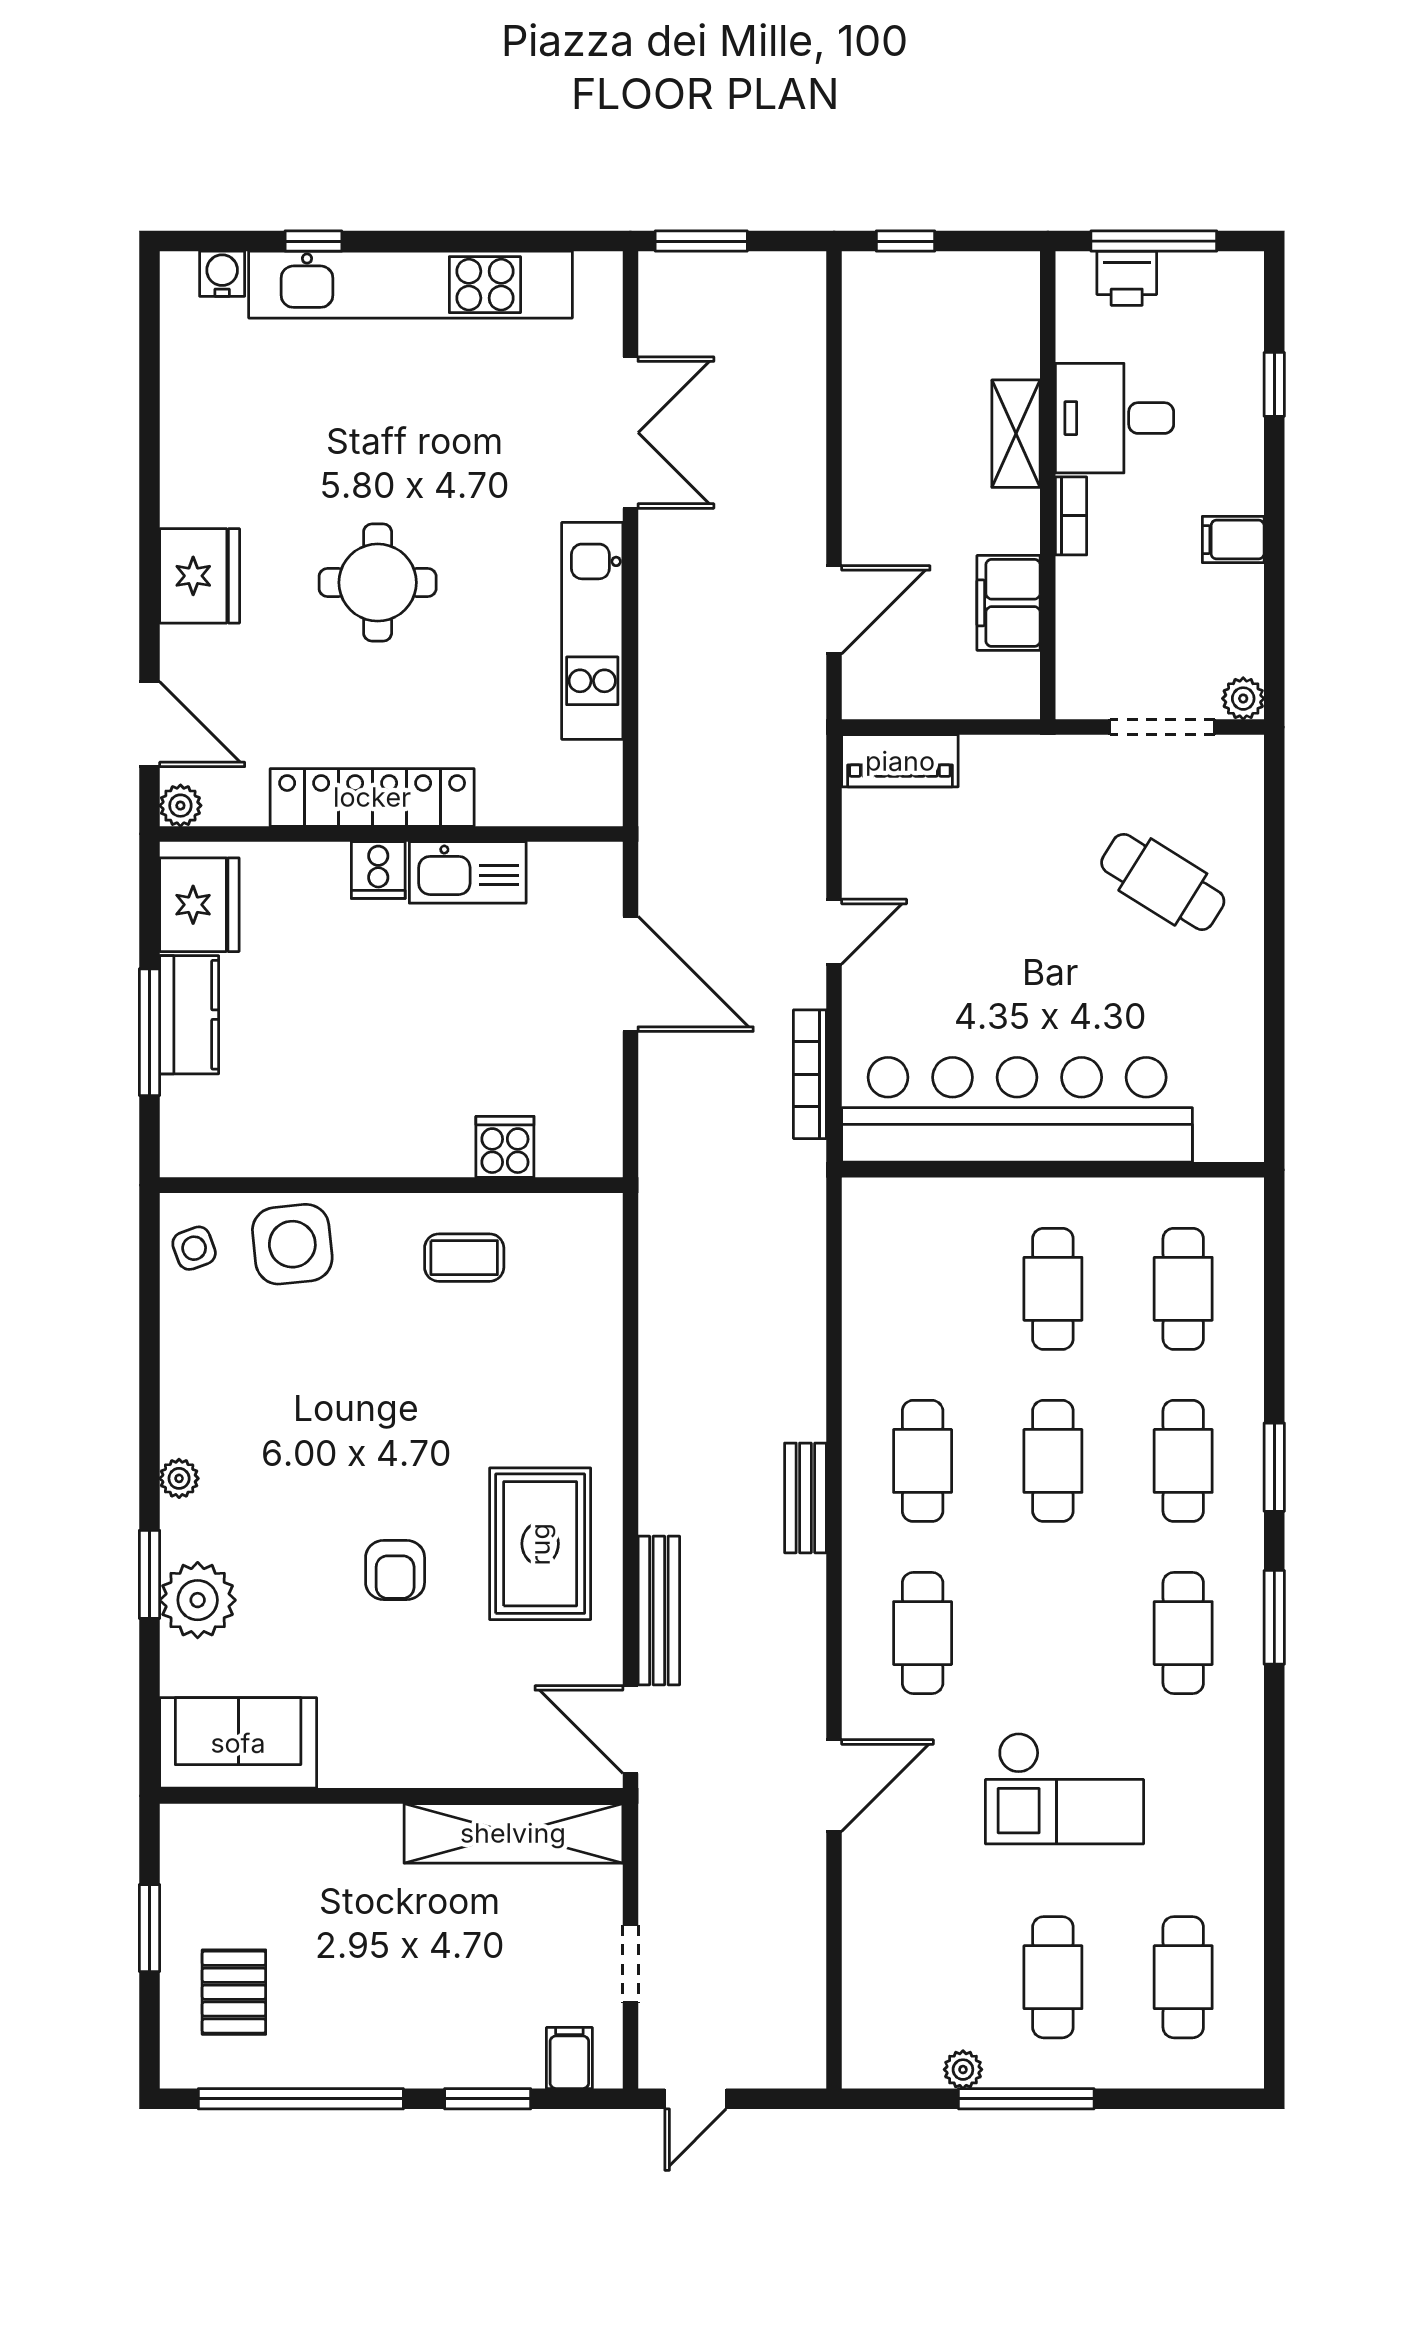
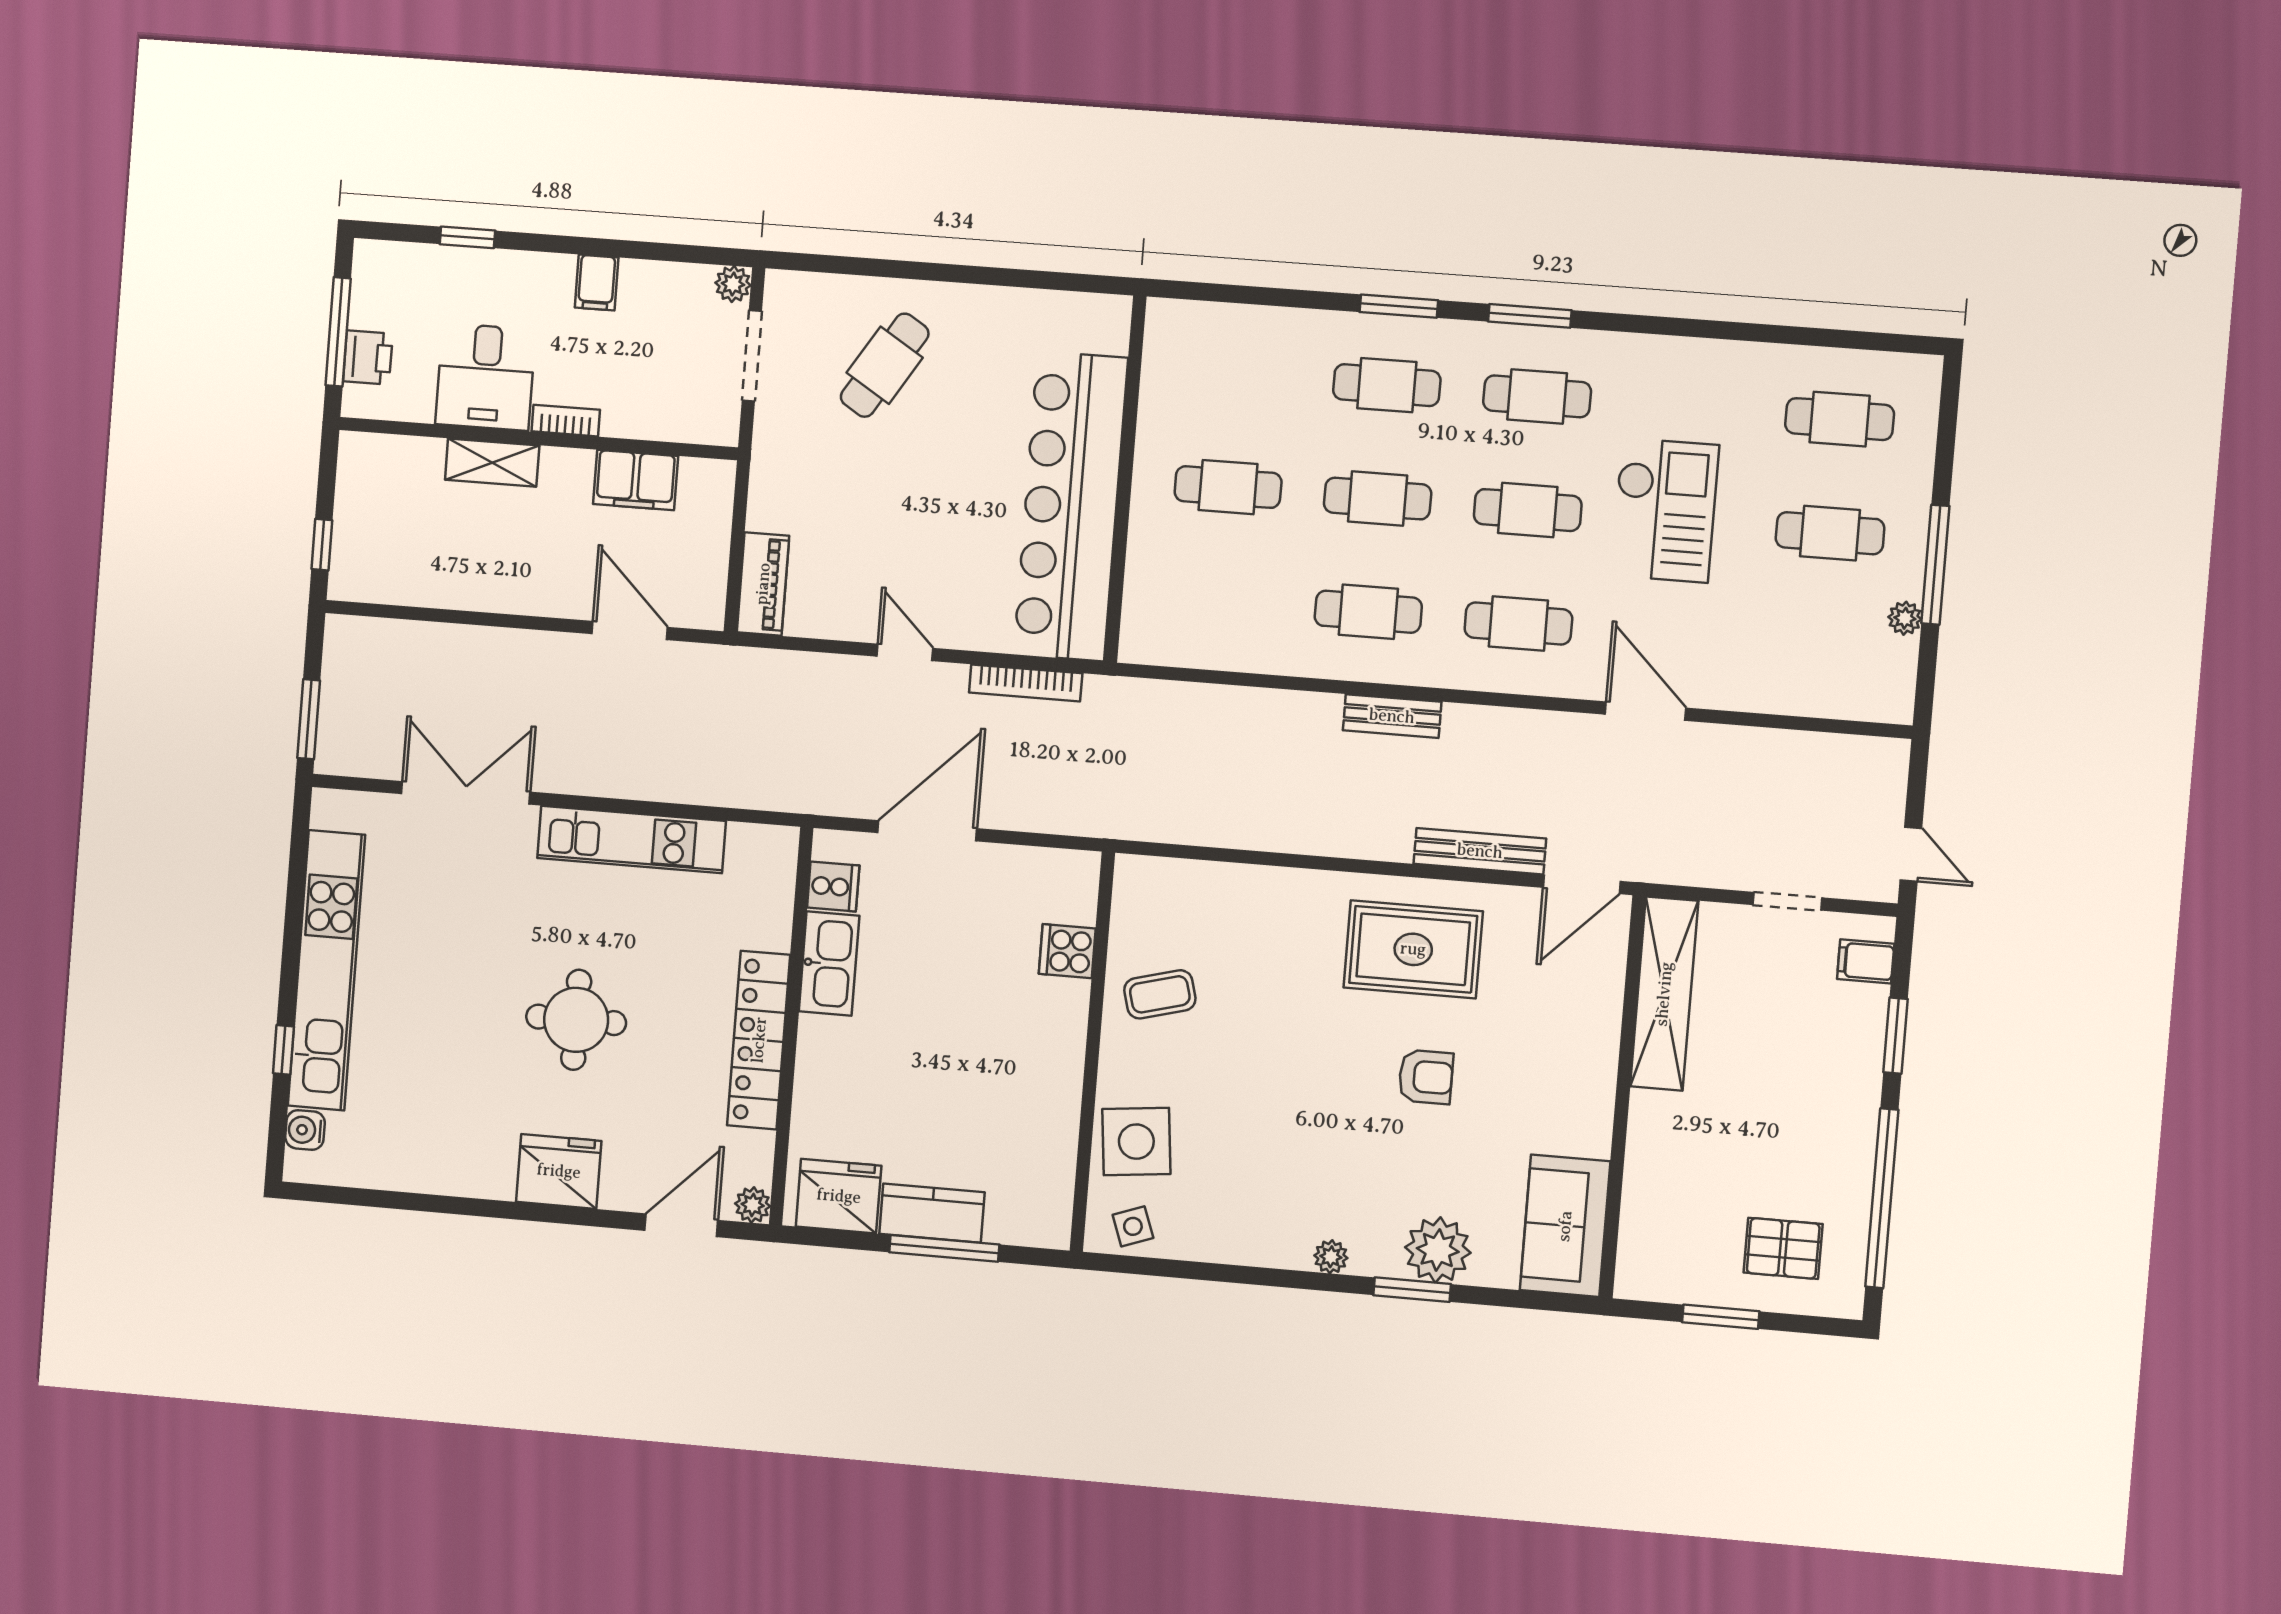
cooker: (378, 870) -> (833, 887), moved
coffee table: (464, 1258) -> (1160, 994), turned 75
cafe table: (1183, 1289) -> (1528, 510), moved

